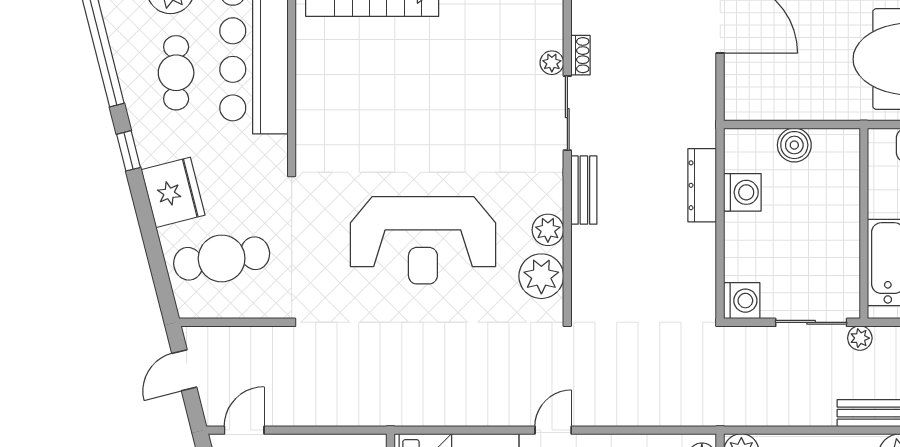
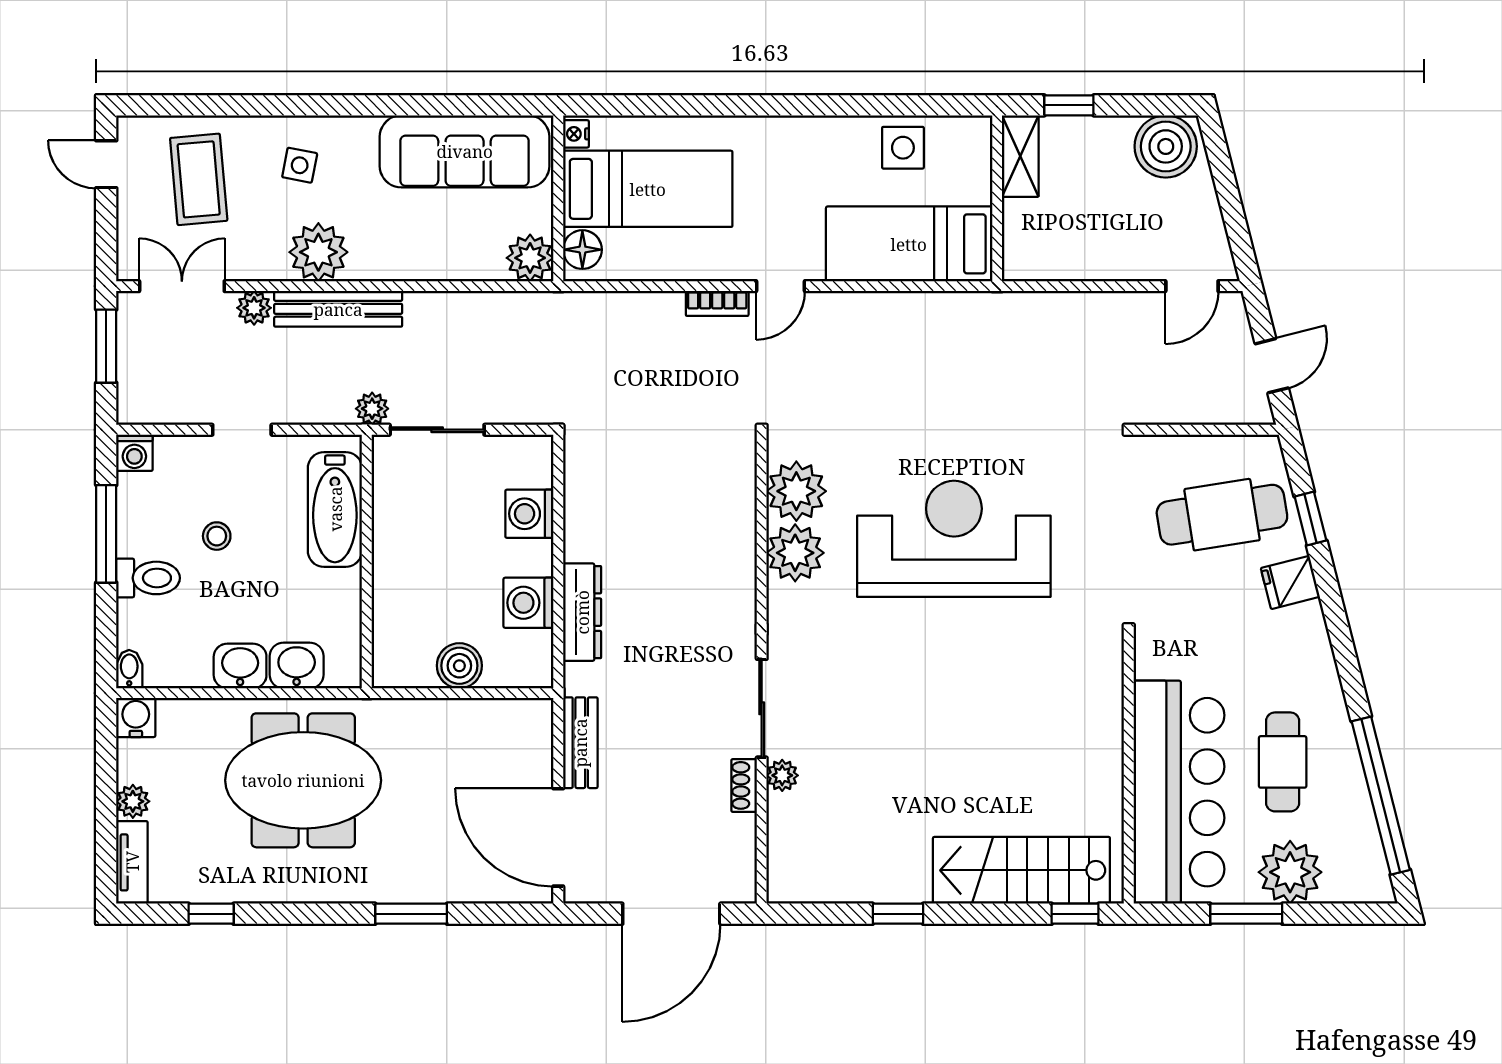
window: (129, 151) -> (1310, 518), moved
bench: (584, 190) -> (580, 743), moved
fridge: (173, 192) -> (1290, 582), width x0.53, depth x0.75
plant: (548, 230) -> (795, 553), width x1.36, depth x1.36
washing machine: (742, 301) -> (529, 514), moved
bookcase: (601, 417) -> (717, 303), added

